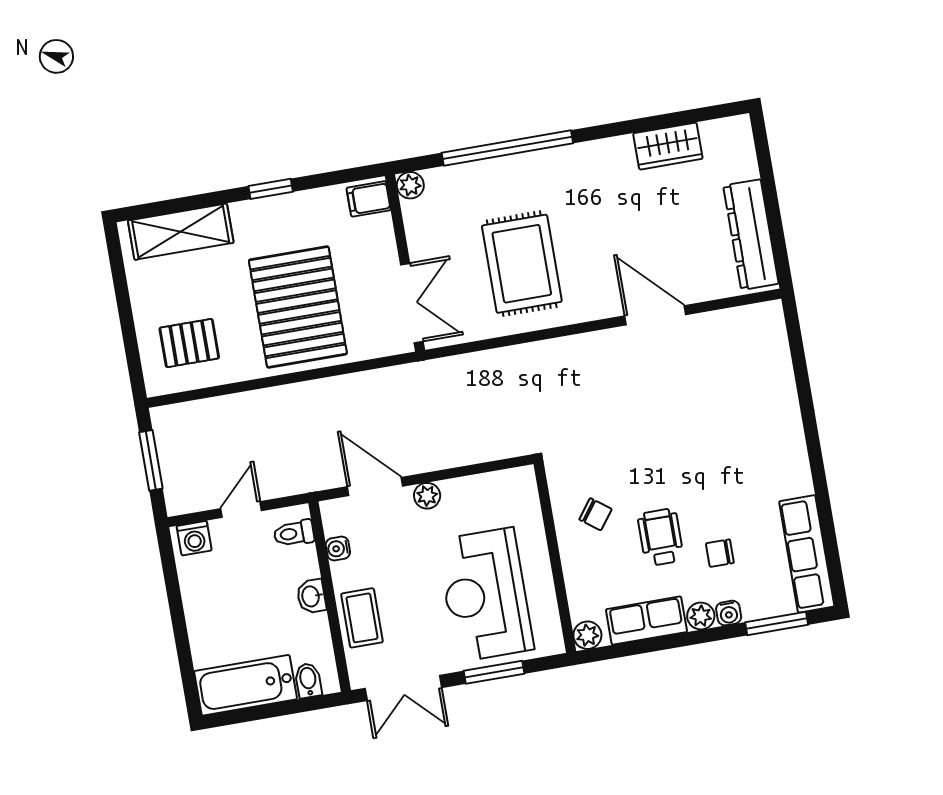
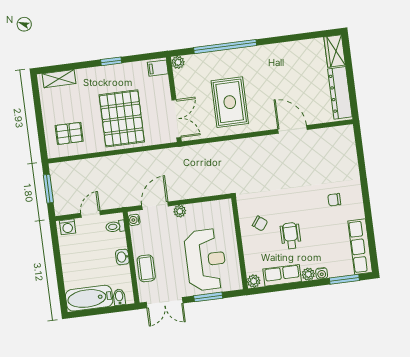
wardrobe: (668, 146) -> (335, 51), moved, turned 90
shelving: (181, 232) -> (59, 79), width x0.67, depth x0.75
door: (375, 486) -> (155, 206), hinge flipped
water cooler: (338, 548) -> (134, 220), moved
chair: (720, 553) -> (334, 200), moved
reception desk: (485, 595) -> (206, 260), turned 180

